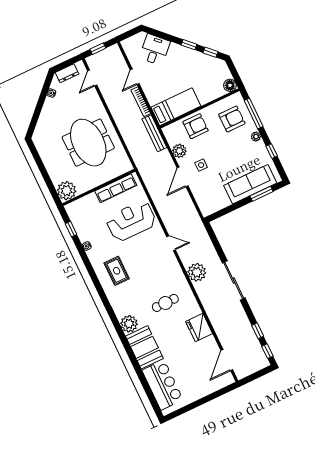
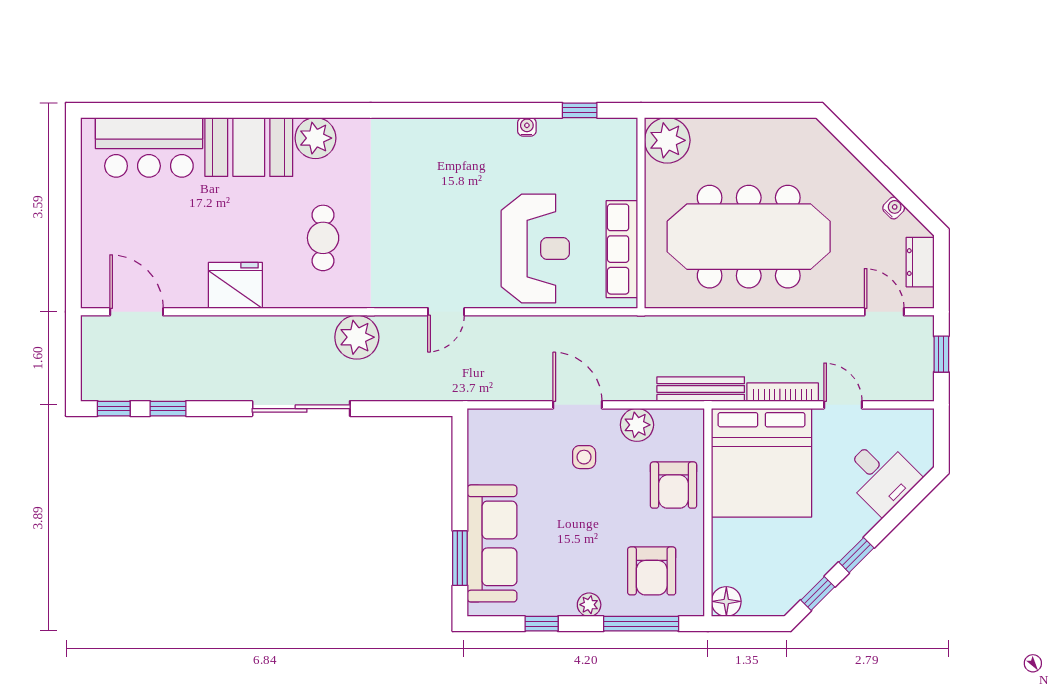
bed: (176, 107) -> (761, 463), width x2.04
meeting table: (88, 143) -> (749, 237), width x1.36
rug: (117, 271) -> (443, 166), removed

